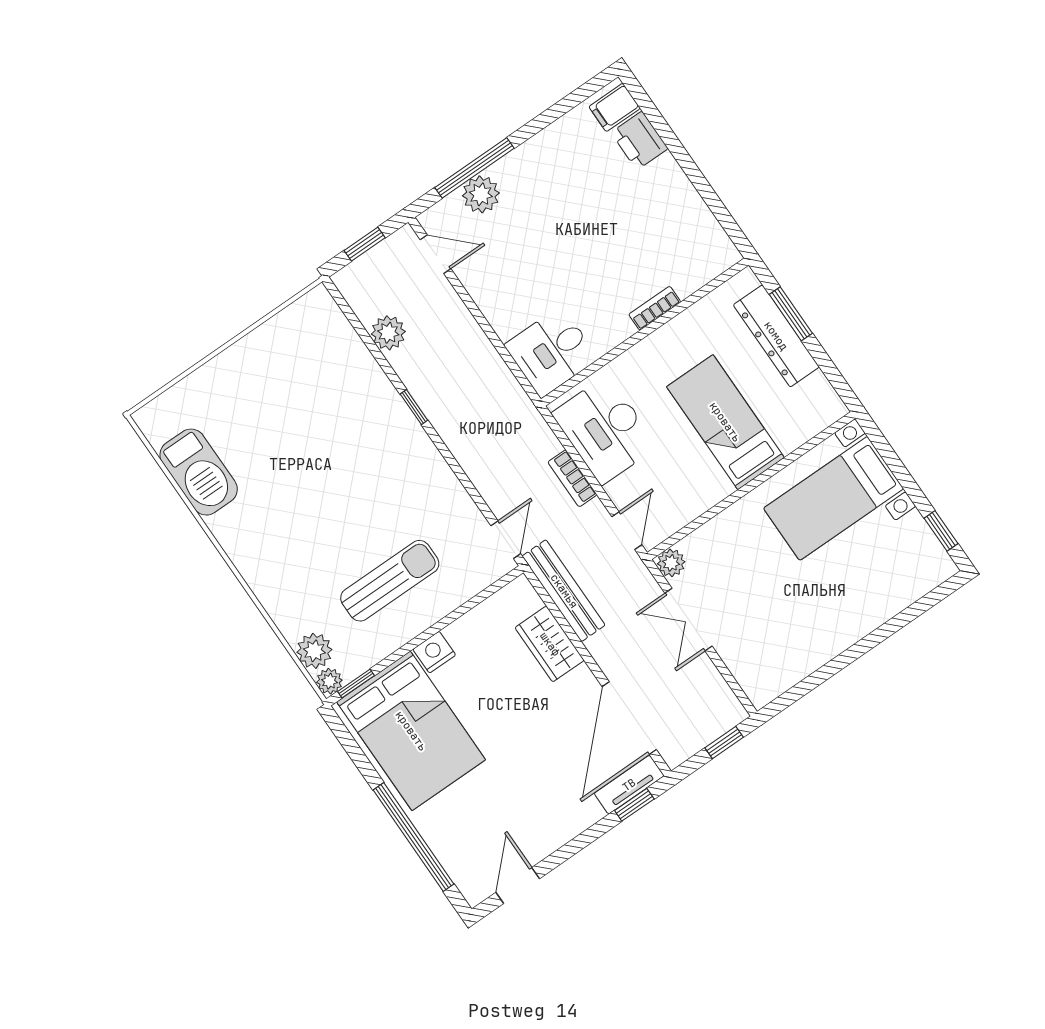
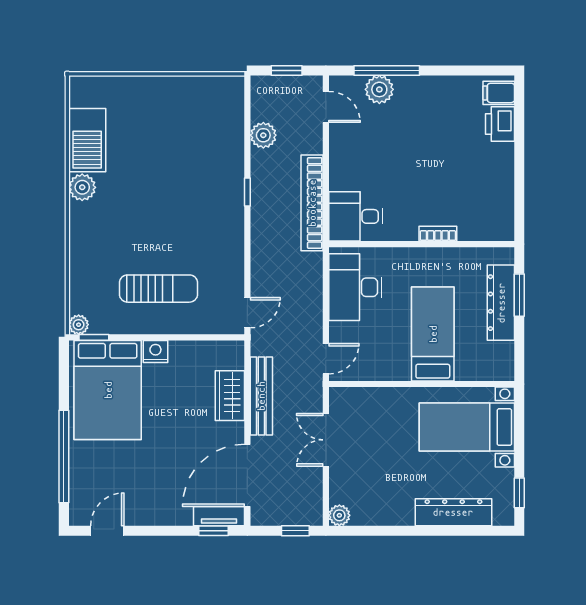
bookcase: (572, 478) -> (312, 203), moved, width x2.31, depth x1.31
plant: (671, 563) -> (339, 515), moved
bench: (564, 591) -> (261, 396), moved
dresser: (884, 602) -> (453, 512), added
plant: (314, 651) -> (82, 187), moved

